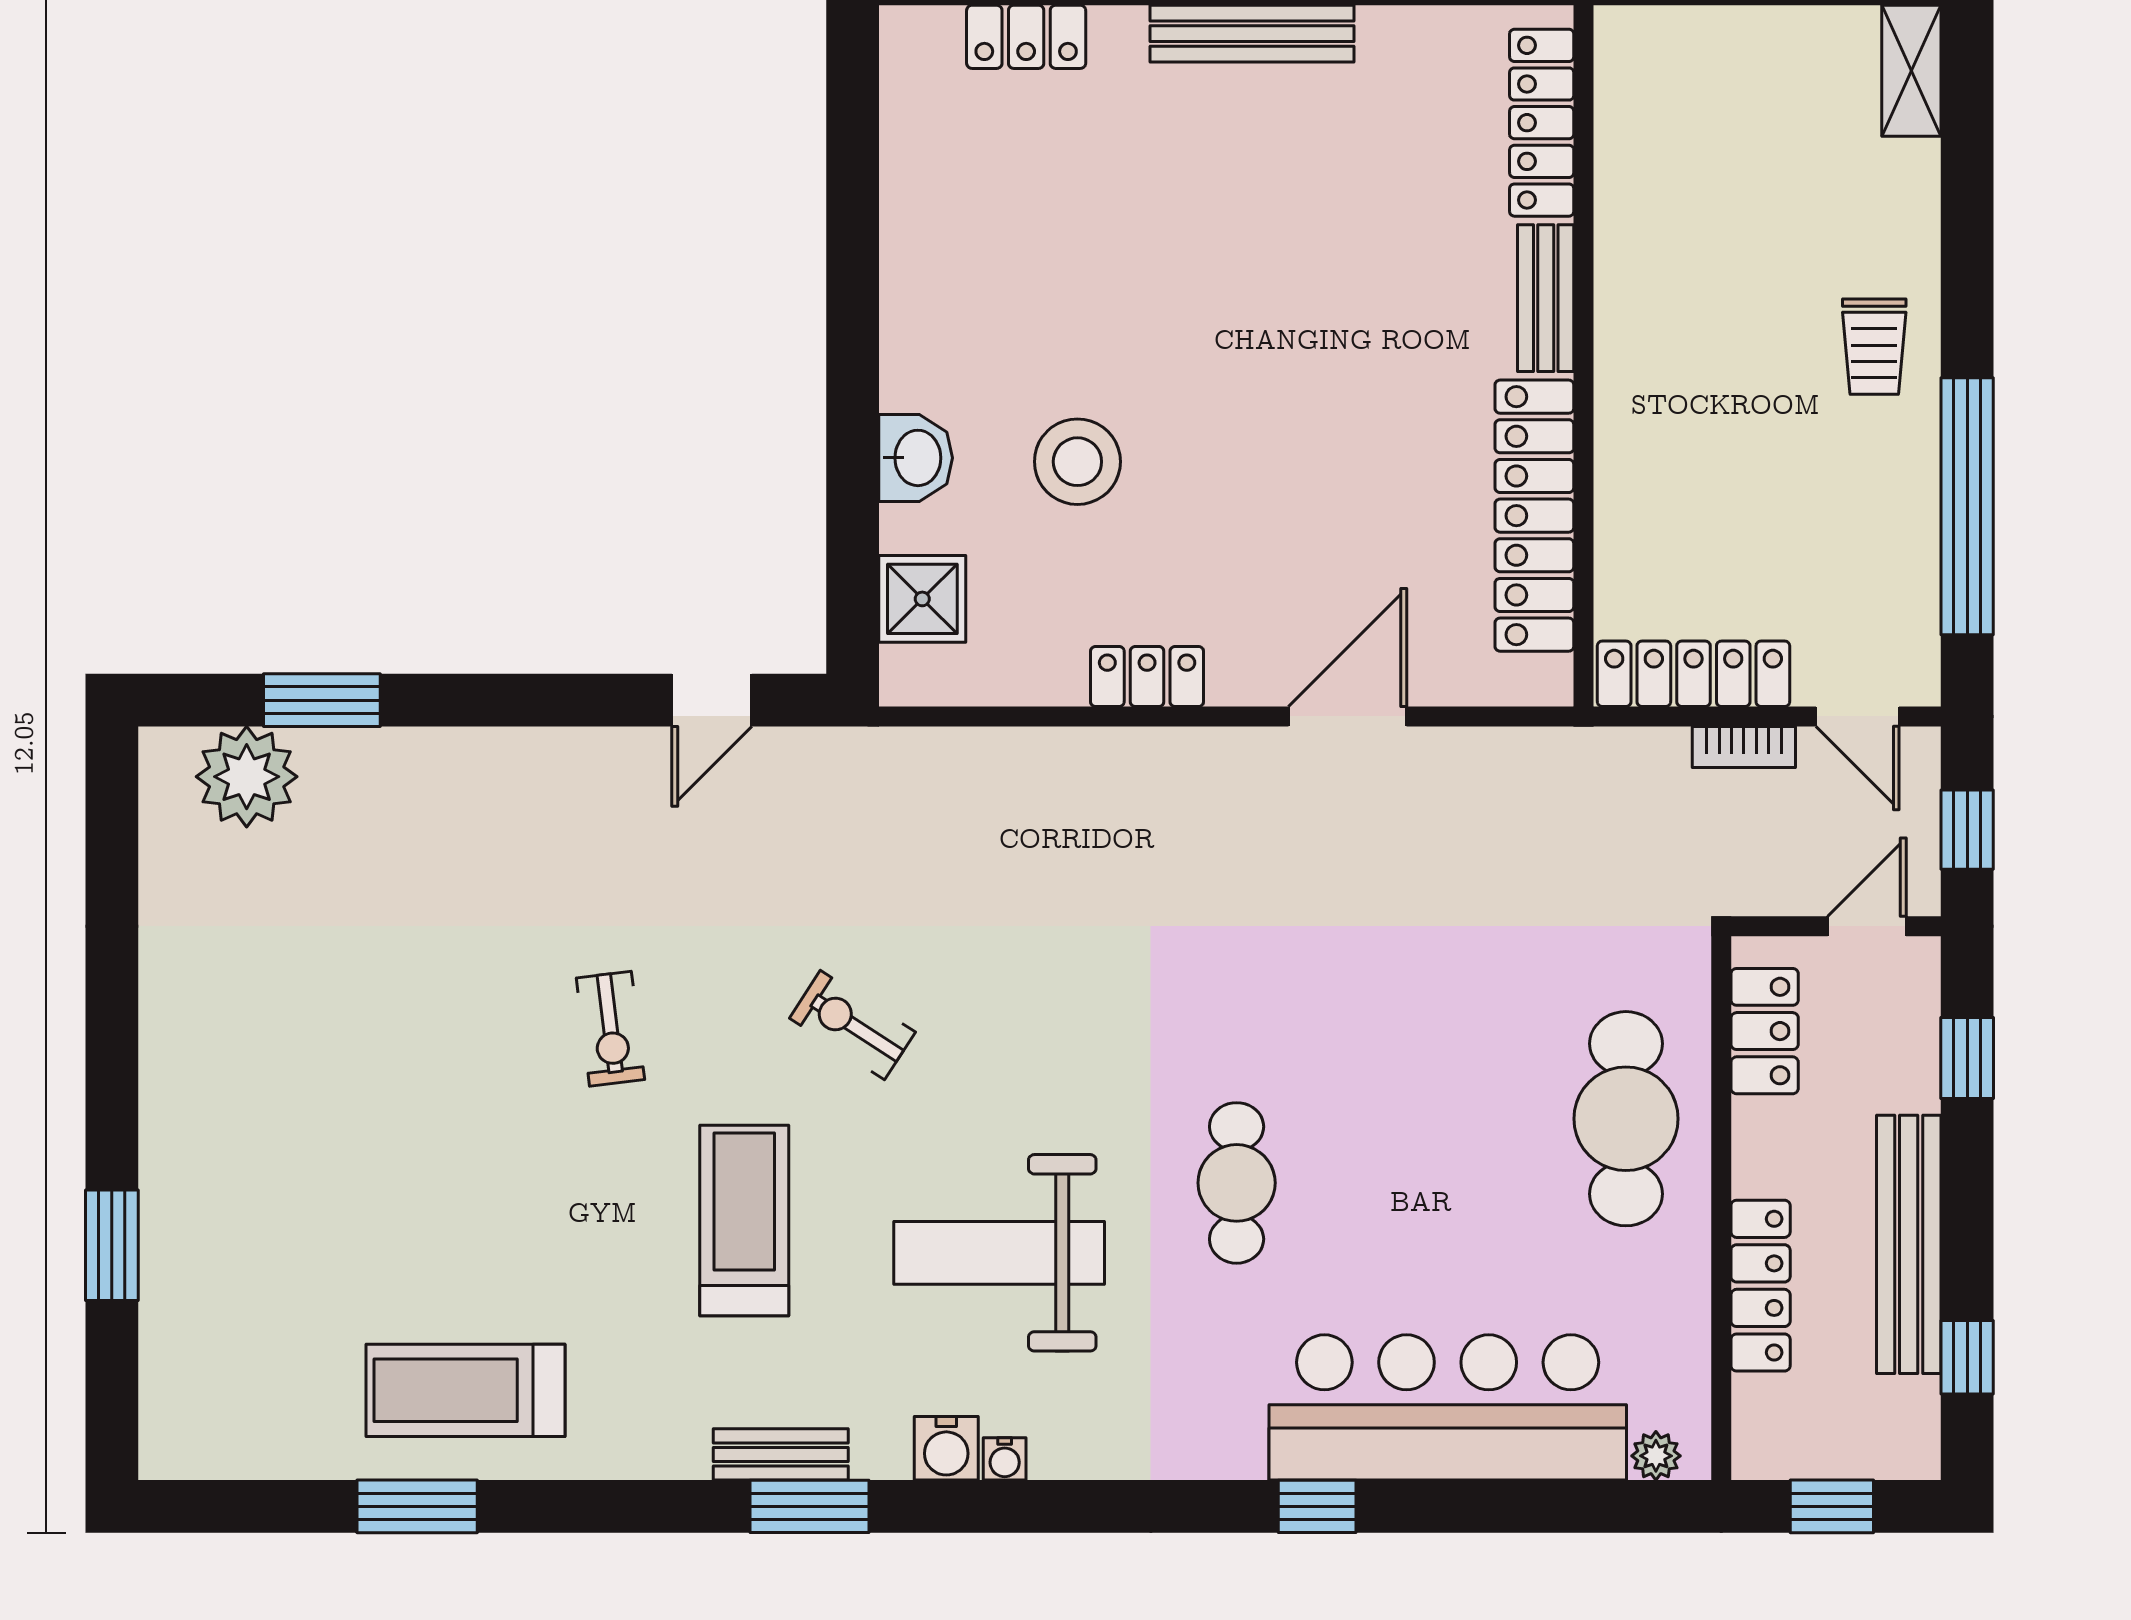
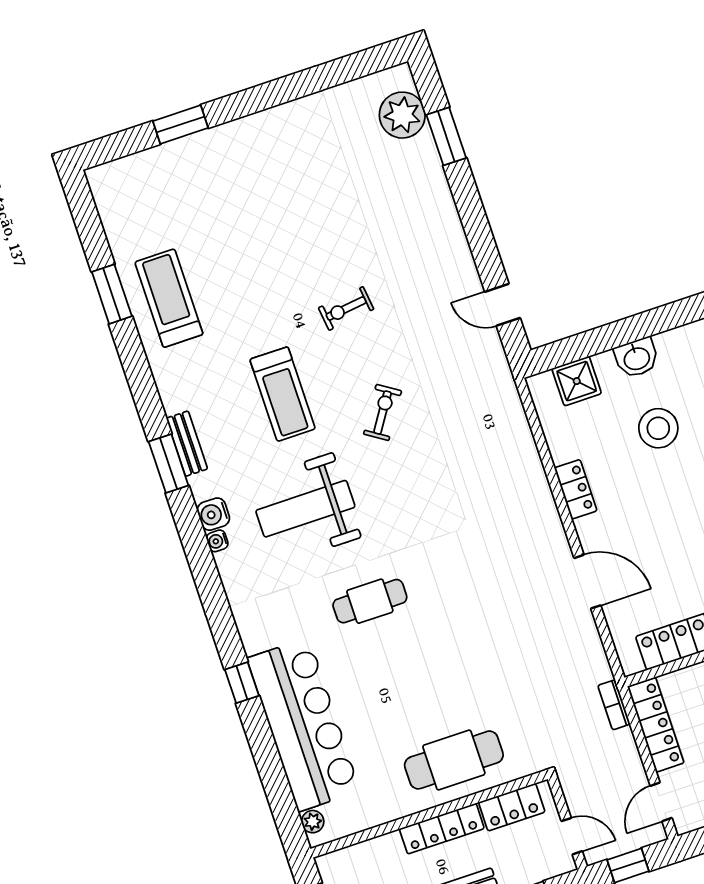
bookcase: (1744, 747) -> (614, 705), moved
treadmill: (744, 1221) -> (283, 394), turned 90
weight bench: (999, 1253) -> (305, 509), turned -90
locker: (1761, 1286) -> (442, 829), moved

